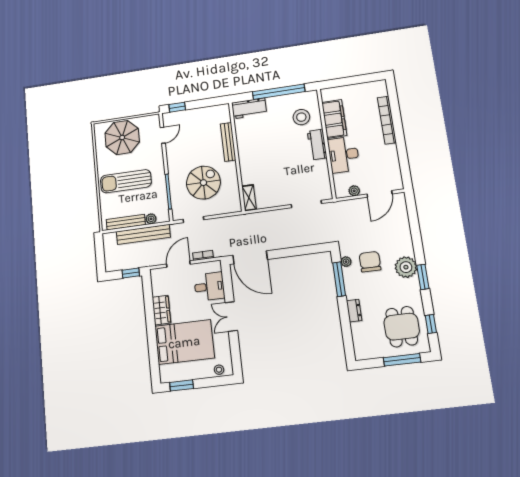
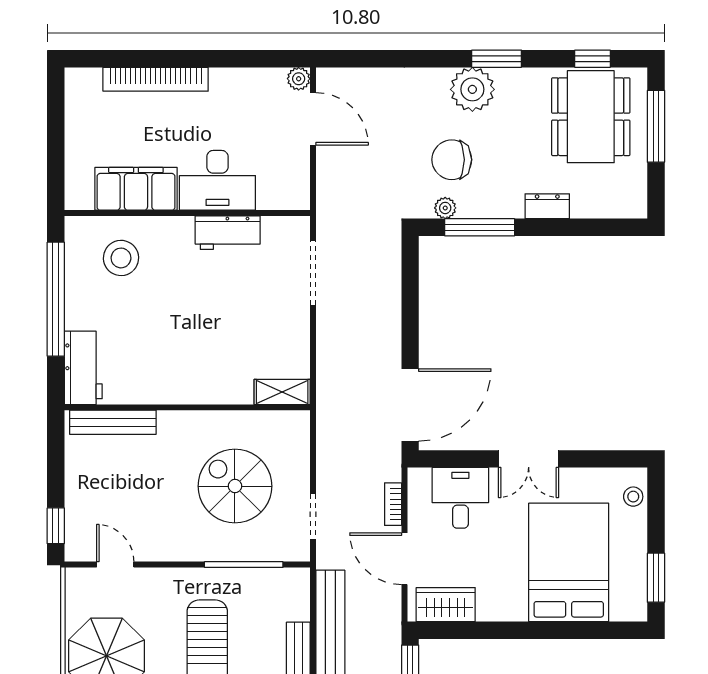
bench: (228, 142) -> (113, 422), moved
workbench: (317, 145) -> (228, 233), moved
plant: (354, 191) -> (299, 79), moved
plant: (151, 219) -> (298, 608), removed
wardrobe: (161, 310) -> (446, 605), moved
dining table: (402, 327) -> (591, 117), width x1.37

